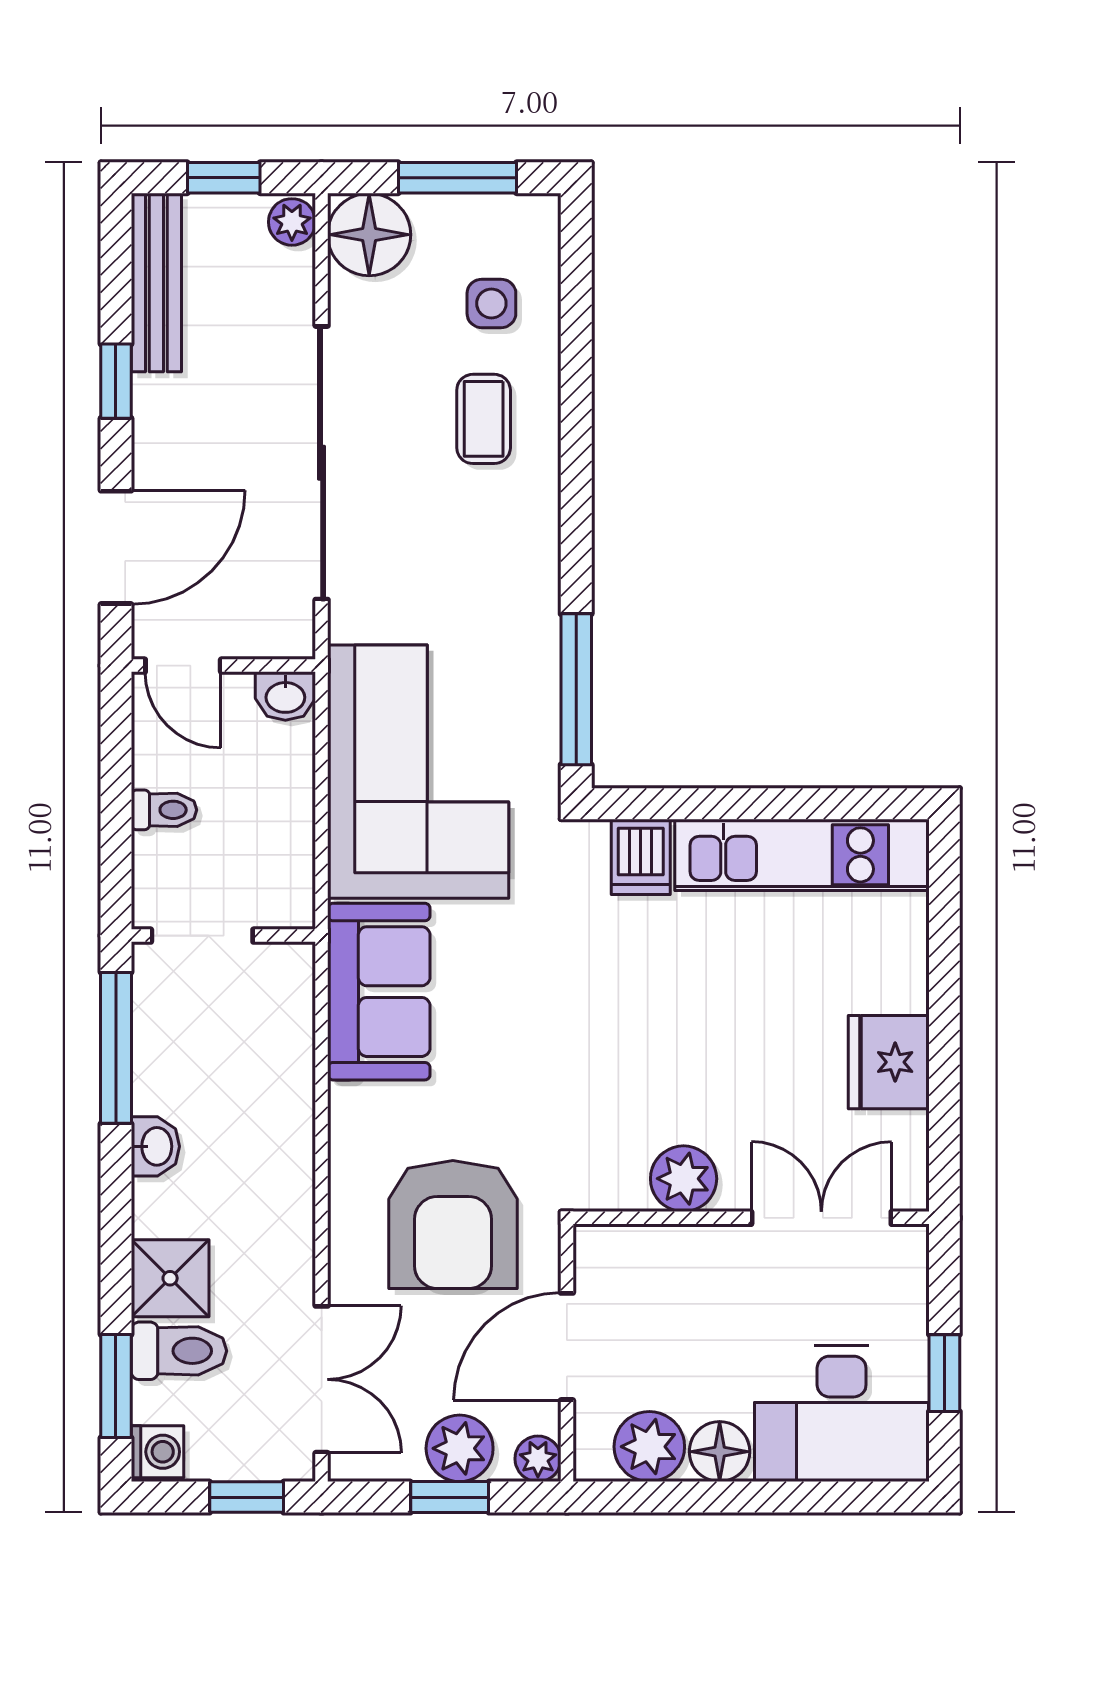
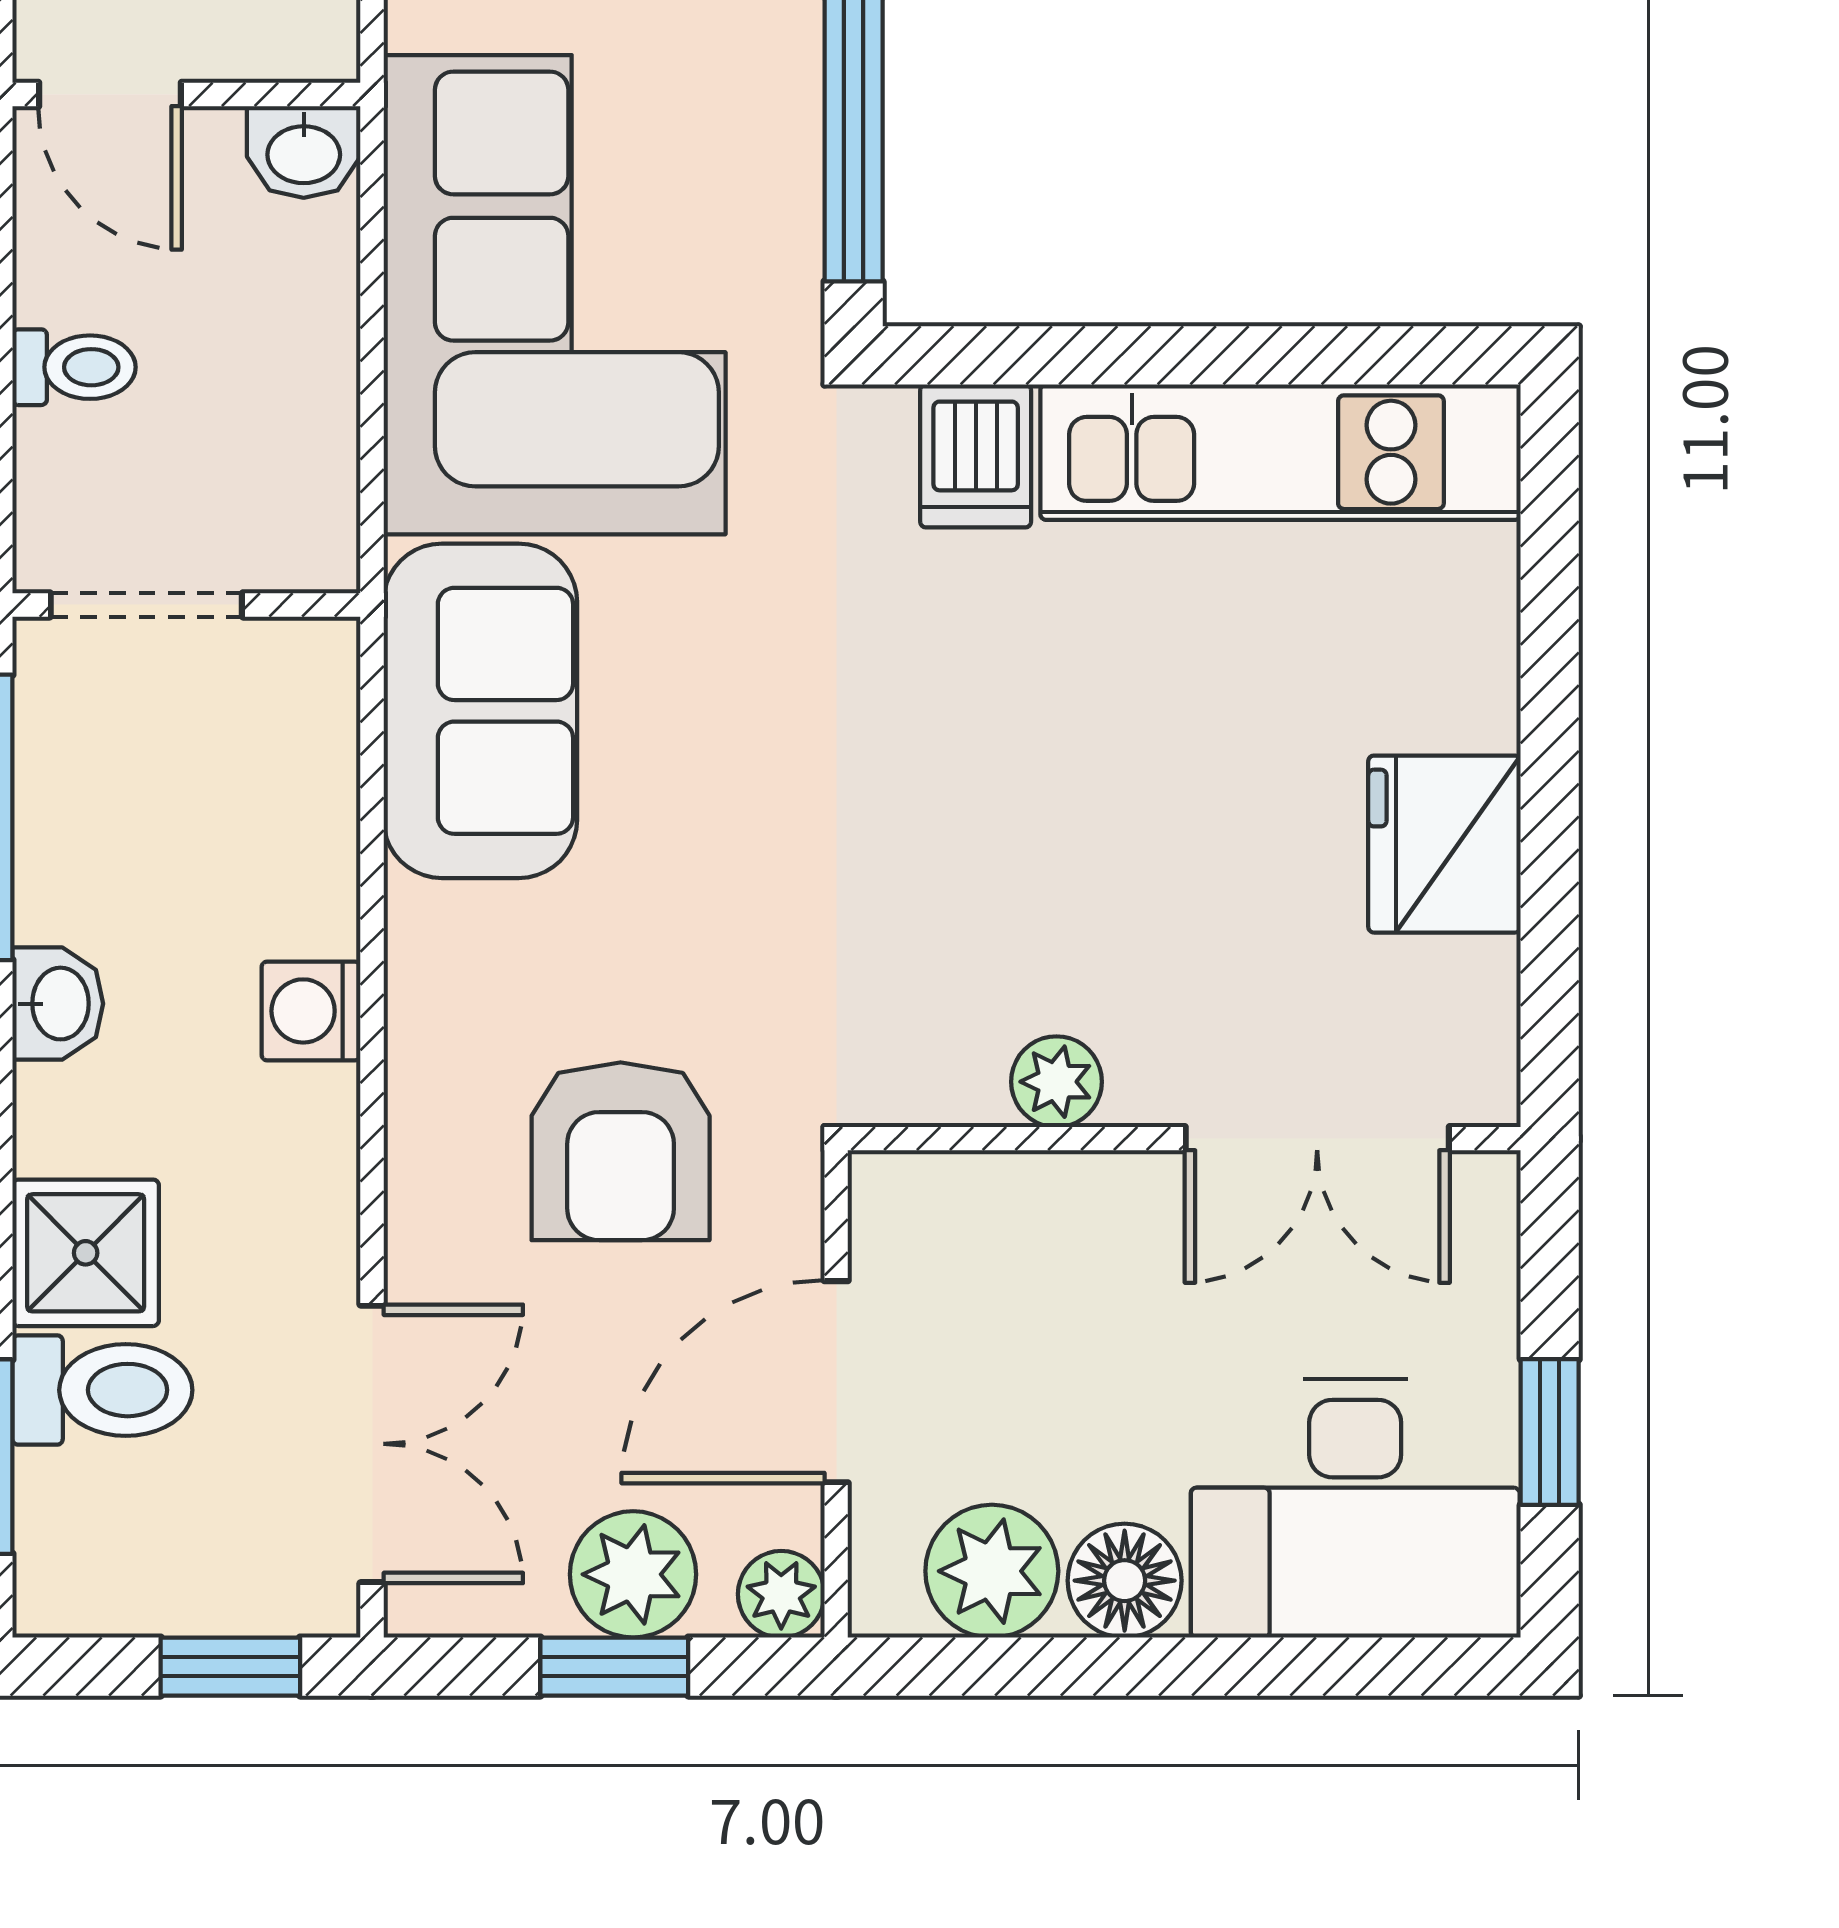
plant: (684, 1179) -> (1056, 1082), width x0.73, depth x0.73
double door: (821, 1218) -> (1317, 1139), swing flipped
armchair: (453, 1225) -> (621, 1151), width x0.73, depth x0.73
washing machine: (157, 1452) -> (311, 1011), moved, turned 180

